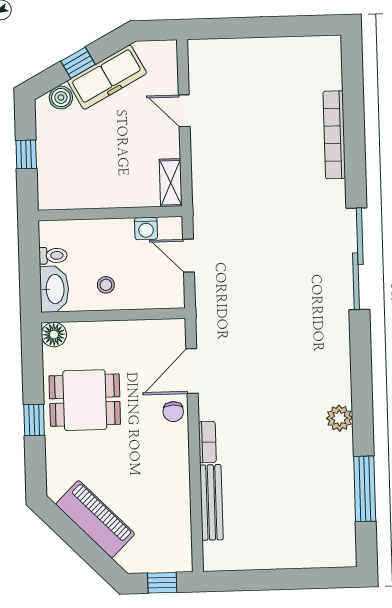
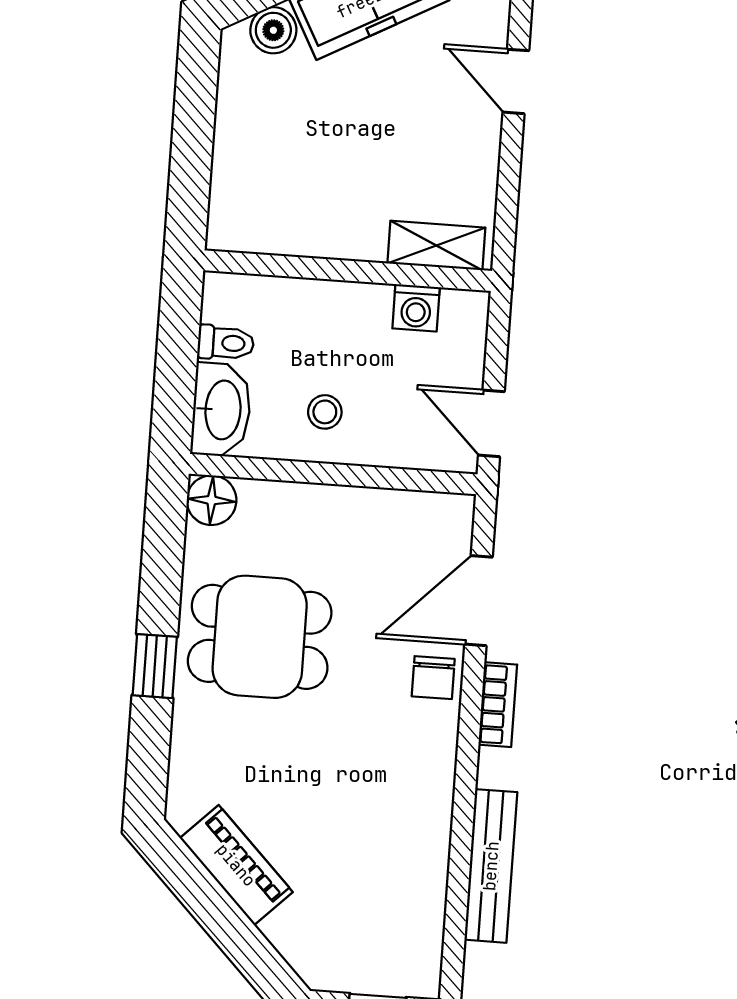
window: (26, 154) -> (193, 136), removed
shelving: (171, 183) -> (436, 246), moved, turned 90
door: (189, 256) -> (491, 423), moved
bookcase: (207, 442) -> (498, 705), moved
piano: (95, 519) -> (236, 865), width x0.73, depth x0.75

